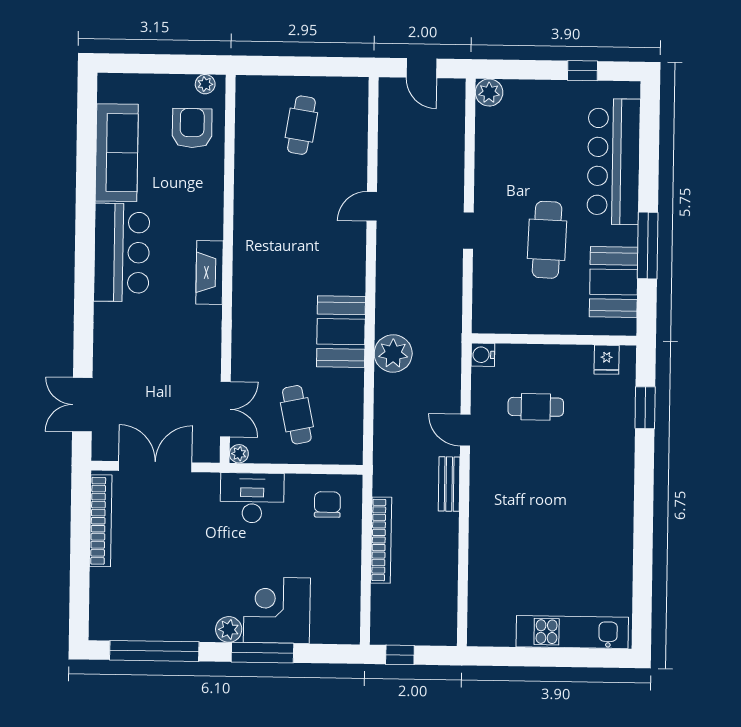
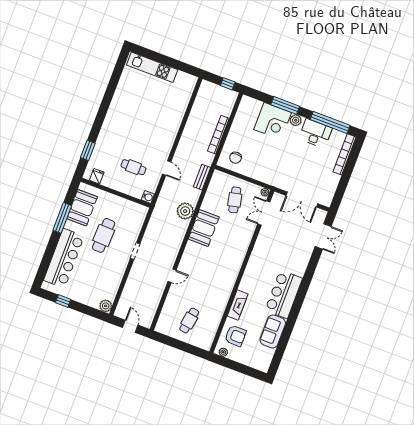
armchair: (192, 128) -> (235, 336), turned -90
sofa: (117, 153) -> (273, 331), width x0.73
fireplace: (210, 273) -> (238, 305), moved
bench: (449, 484) -> (202, 177), moved
desk: (252, 498) -> (315, 133), moved, turned 180
bookcase: (101, 521) -> (345, 154), moved

